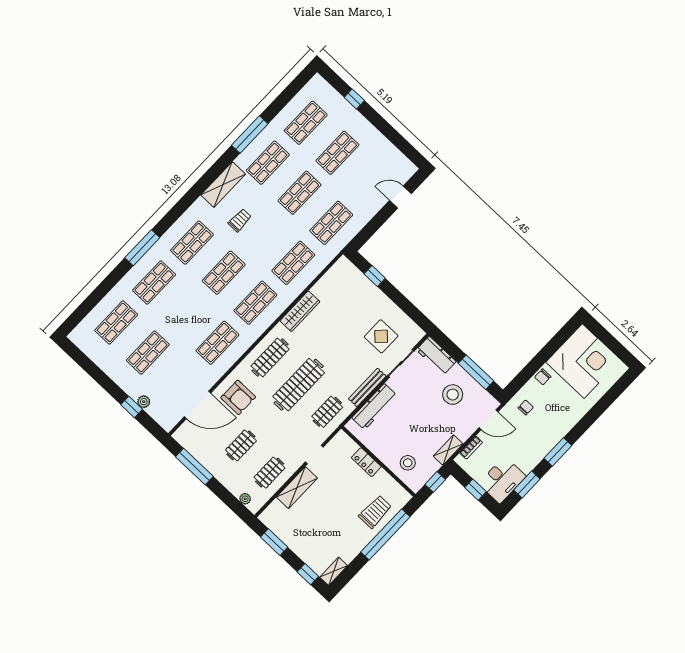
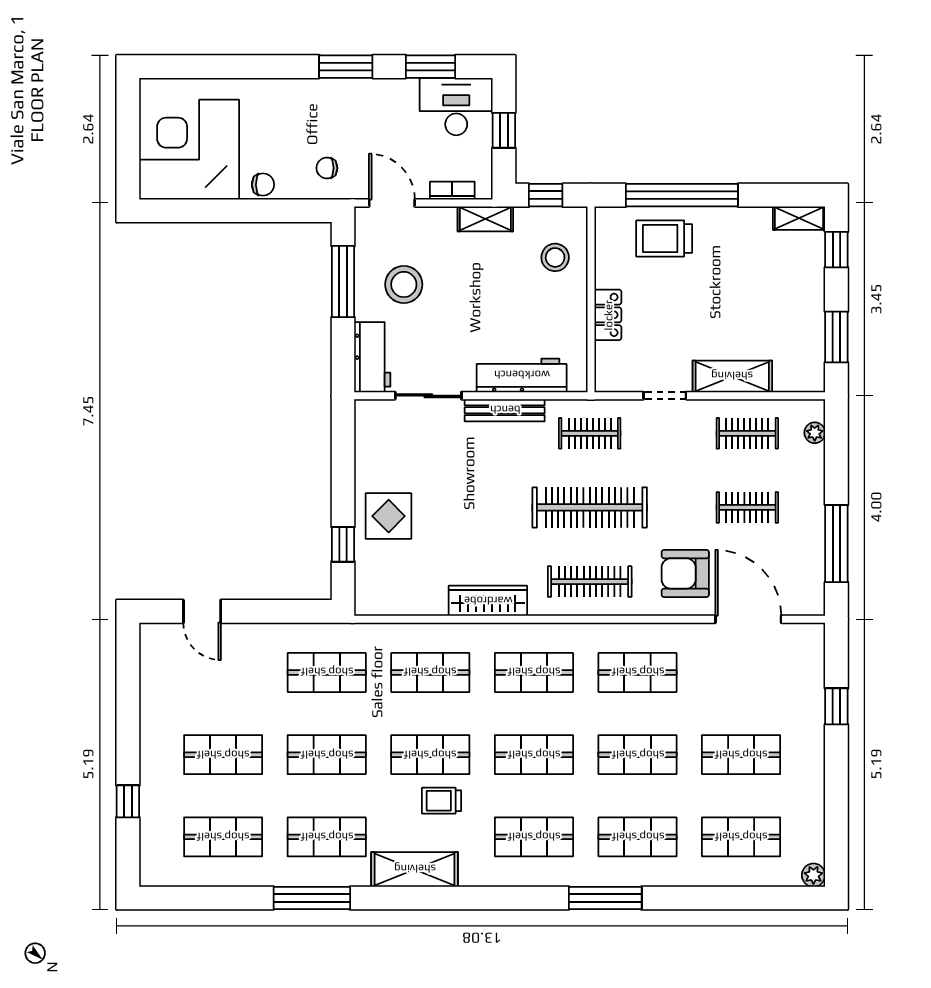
shop shelf: (262, 233) -> (430, 755), added
shop shelf: (186, 313) -> (638, 755), added
display table: (381, 336) -> (389, 516), moved
armchair: (238, 397) -> (685, 573), turned -90
plant: (144, 402) -> (813, 875), moved

